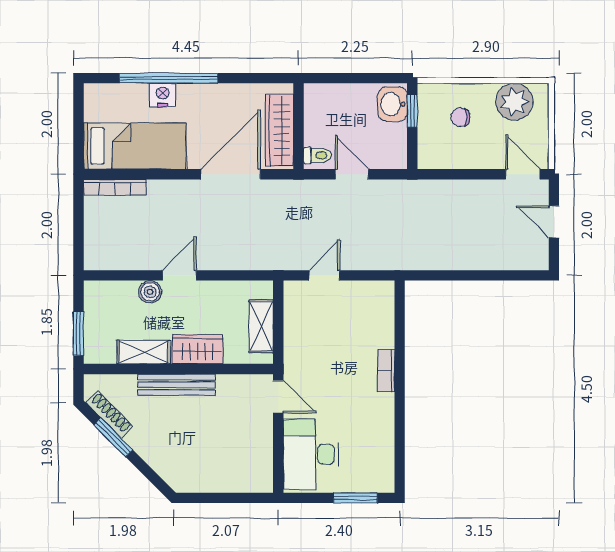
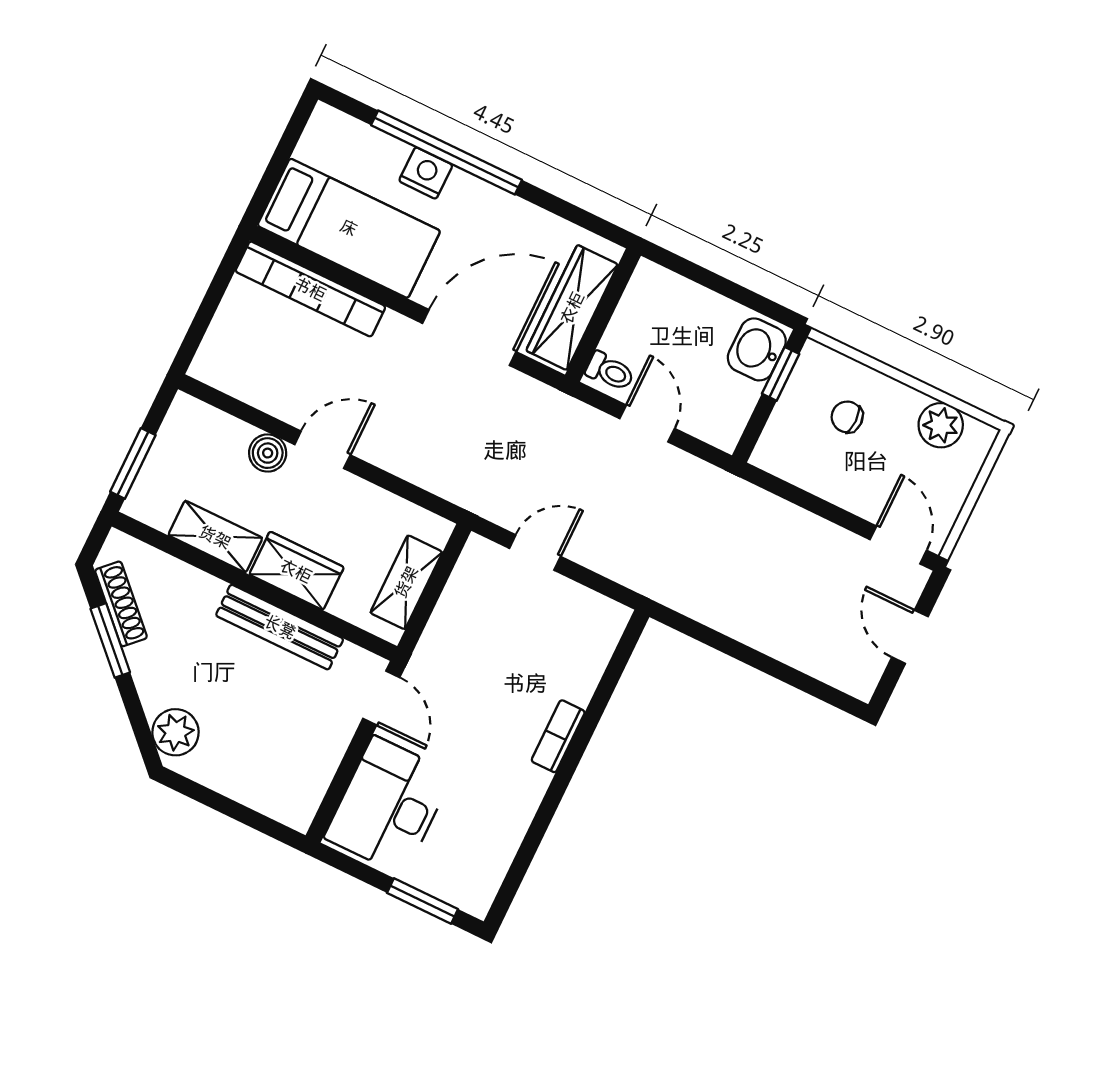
plant: (514, 102) -> (941, 425), width x0.73, depth x0.73
bookcase: (115, 187) -> (310, 289), width x1.48, depth x1.31
bench: (177, 385) -> (280, 627), moved
plant: (174, 471) -> (176, 732), added

